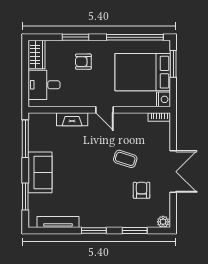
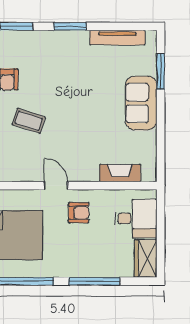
window: (75, 37) -> (94, 281), width x1.44
armchair: (83, 62) -> (79, 213), moved
fireplace: (72, 119) -> (120, 173), moved
window: (25, 139) -> (161, 147), removed

